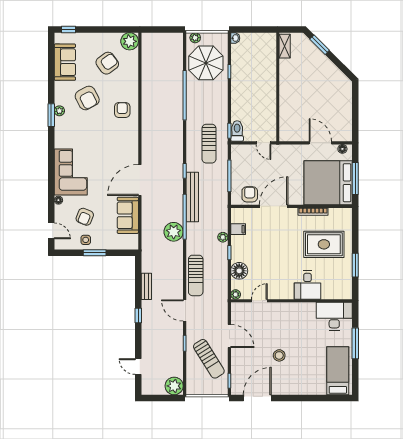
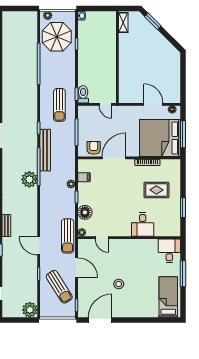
rug: (324, 244) -> (156, 190), width x0.73, depth x0.70
sun lounger: (196, 275) -> (68, 236), moved
door: (259, 301) -> (102, 238), swing flipped
desk: (334, 316) -> (169, 251), width x0.73

